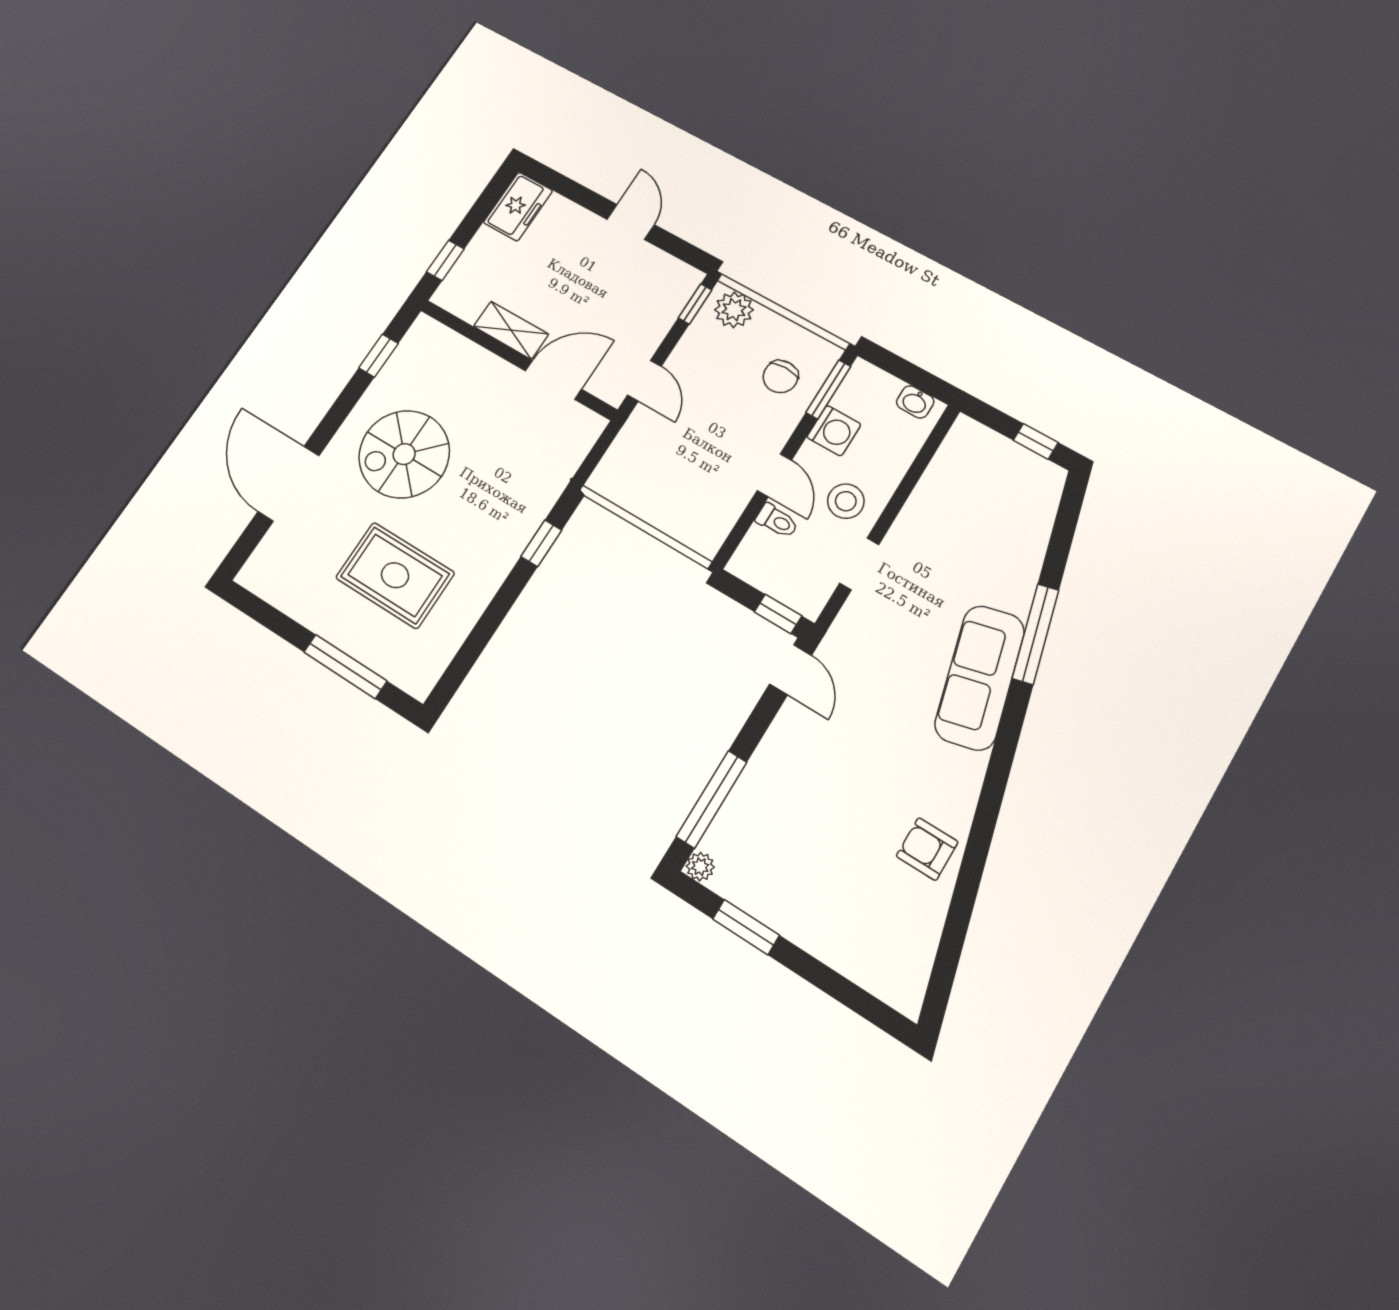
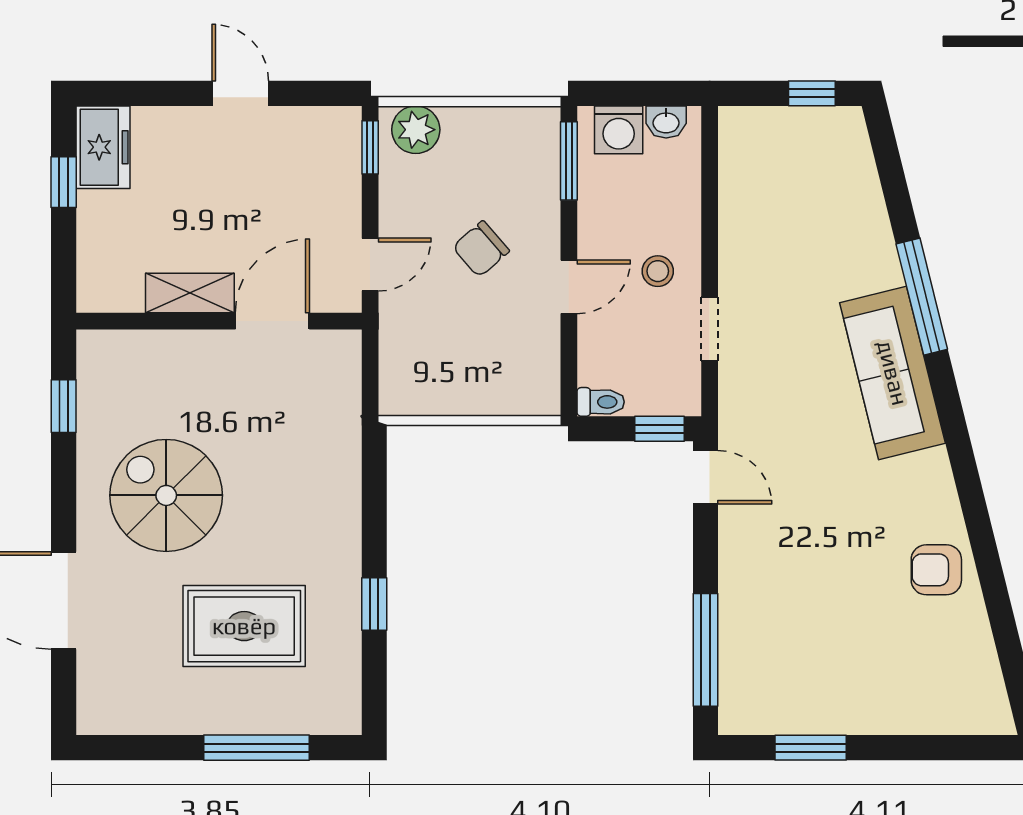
window: (445, 260) -> (64, 182), moved
chair: (780, 377) -> (481, 249), moved, turned 49
door: (644, 381) -> (370, 265), hinge flipped
washing machine: (834, 431) -> (619, 130), moved, turned 90
spiral stairs: (404, 454) -> (166, 495), turned 90
door: (774, 475) -> (569, 287), hinge flipped
stool: (846, 501) -> (658, 271), width x0.73, depth x0.73
toilet: (777, 521) -> (601, 402), moved
window: (541, 543) -> (374, 604), moved
plant: (700, 867) -> (734, 719), removed

